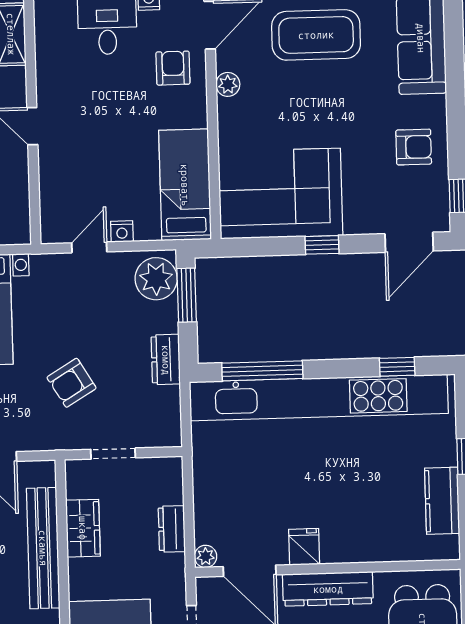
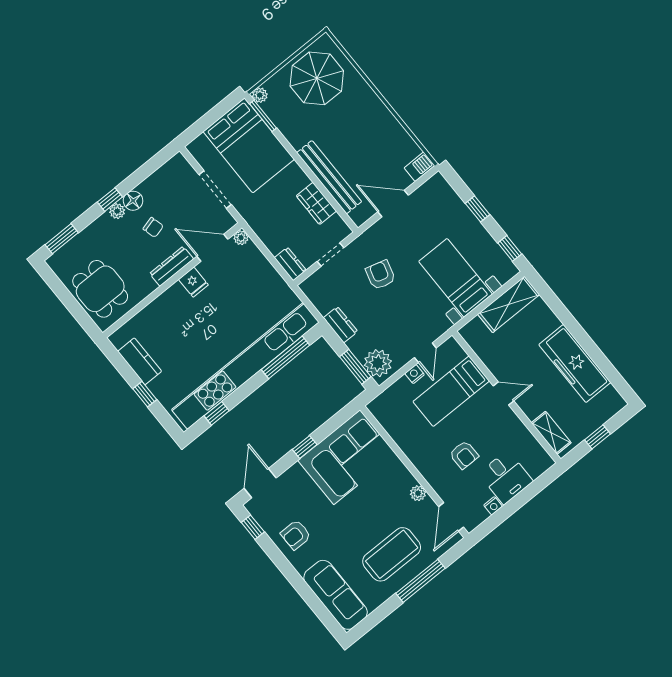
armchair: (173, 68) -> (464, 455), moved
bed: (185, 185) -> (451, 391), moved, turned 90
armchair: (72, 383) -> (380, 275), turned -43
dresser: (172, 529) -> (290, 264), moved
dresser: (328, 589) -> (172, 266), width x0.73, depth x0.80

